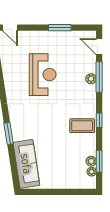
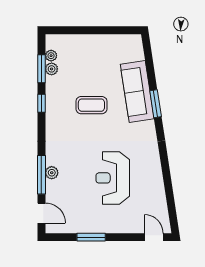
window: (99, 120) -> (41, 103), moved
coffee table: (82, 126) -> (91, 105), moved
sofa: (26, 164) -> (137, 92), moved

